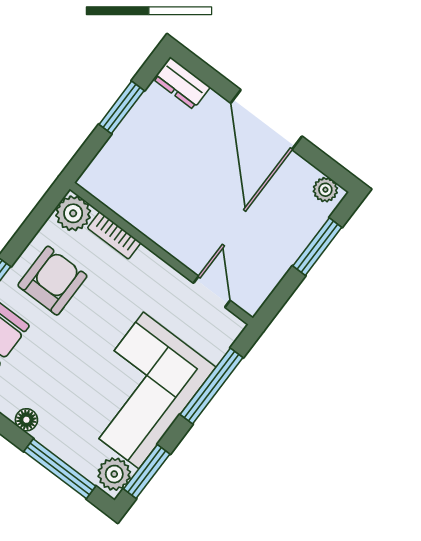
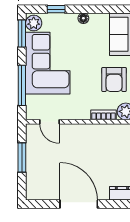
plant: (325, 190) -> (36, 194), removed
window: (317, 247) -> (22, 157), moved
window: (60, 469) -> (56, 9), width x0.46

